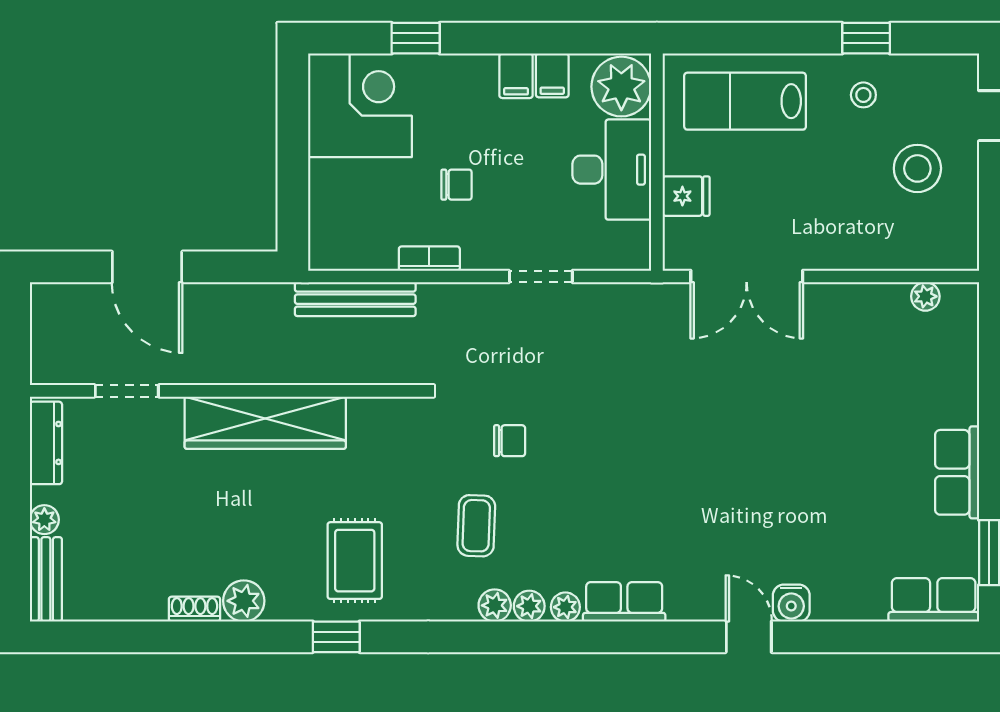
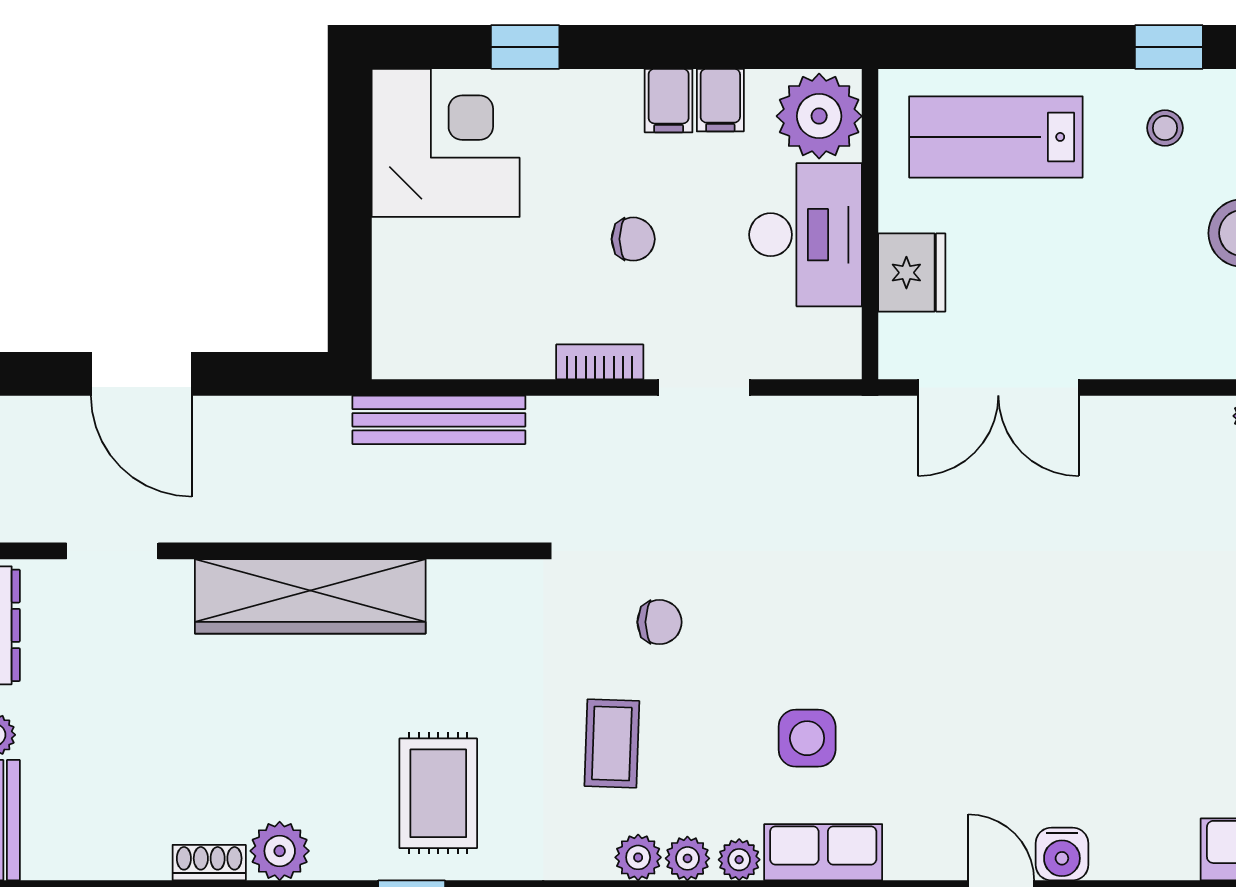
chair: (457, 185) -> (633, 239), moved
fridge: (686, 196) -> (912, 273), width x1.38
bookcase: (429, 259) -> (600, 362), moved
side table: (613, 522) -> (807, 738), added

